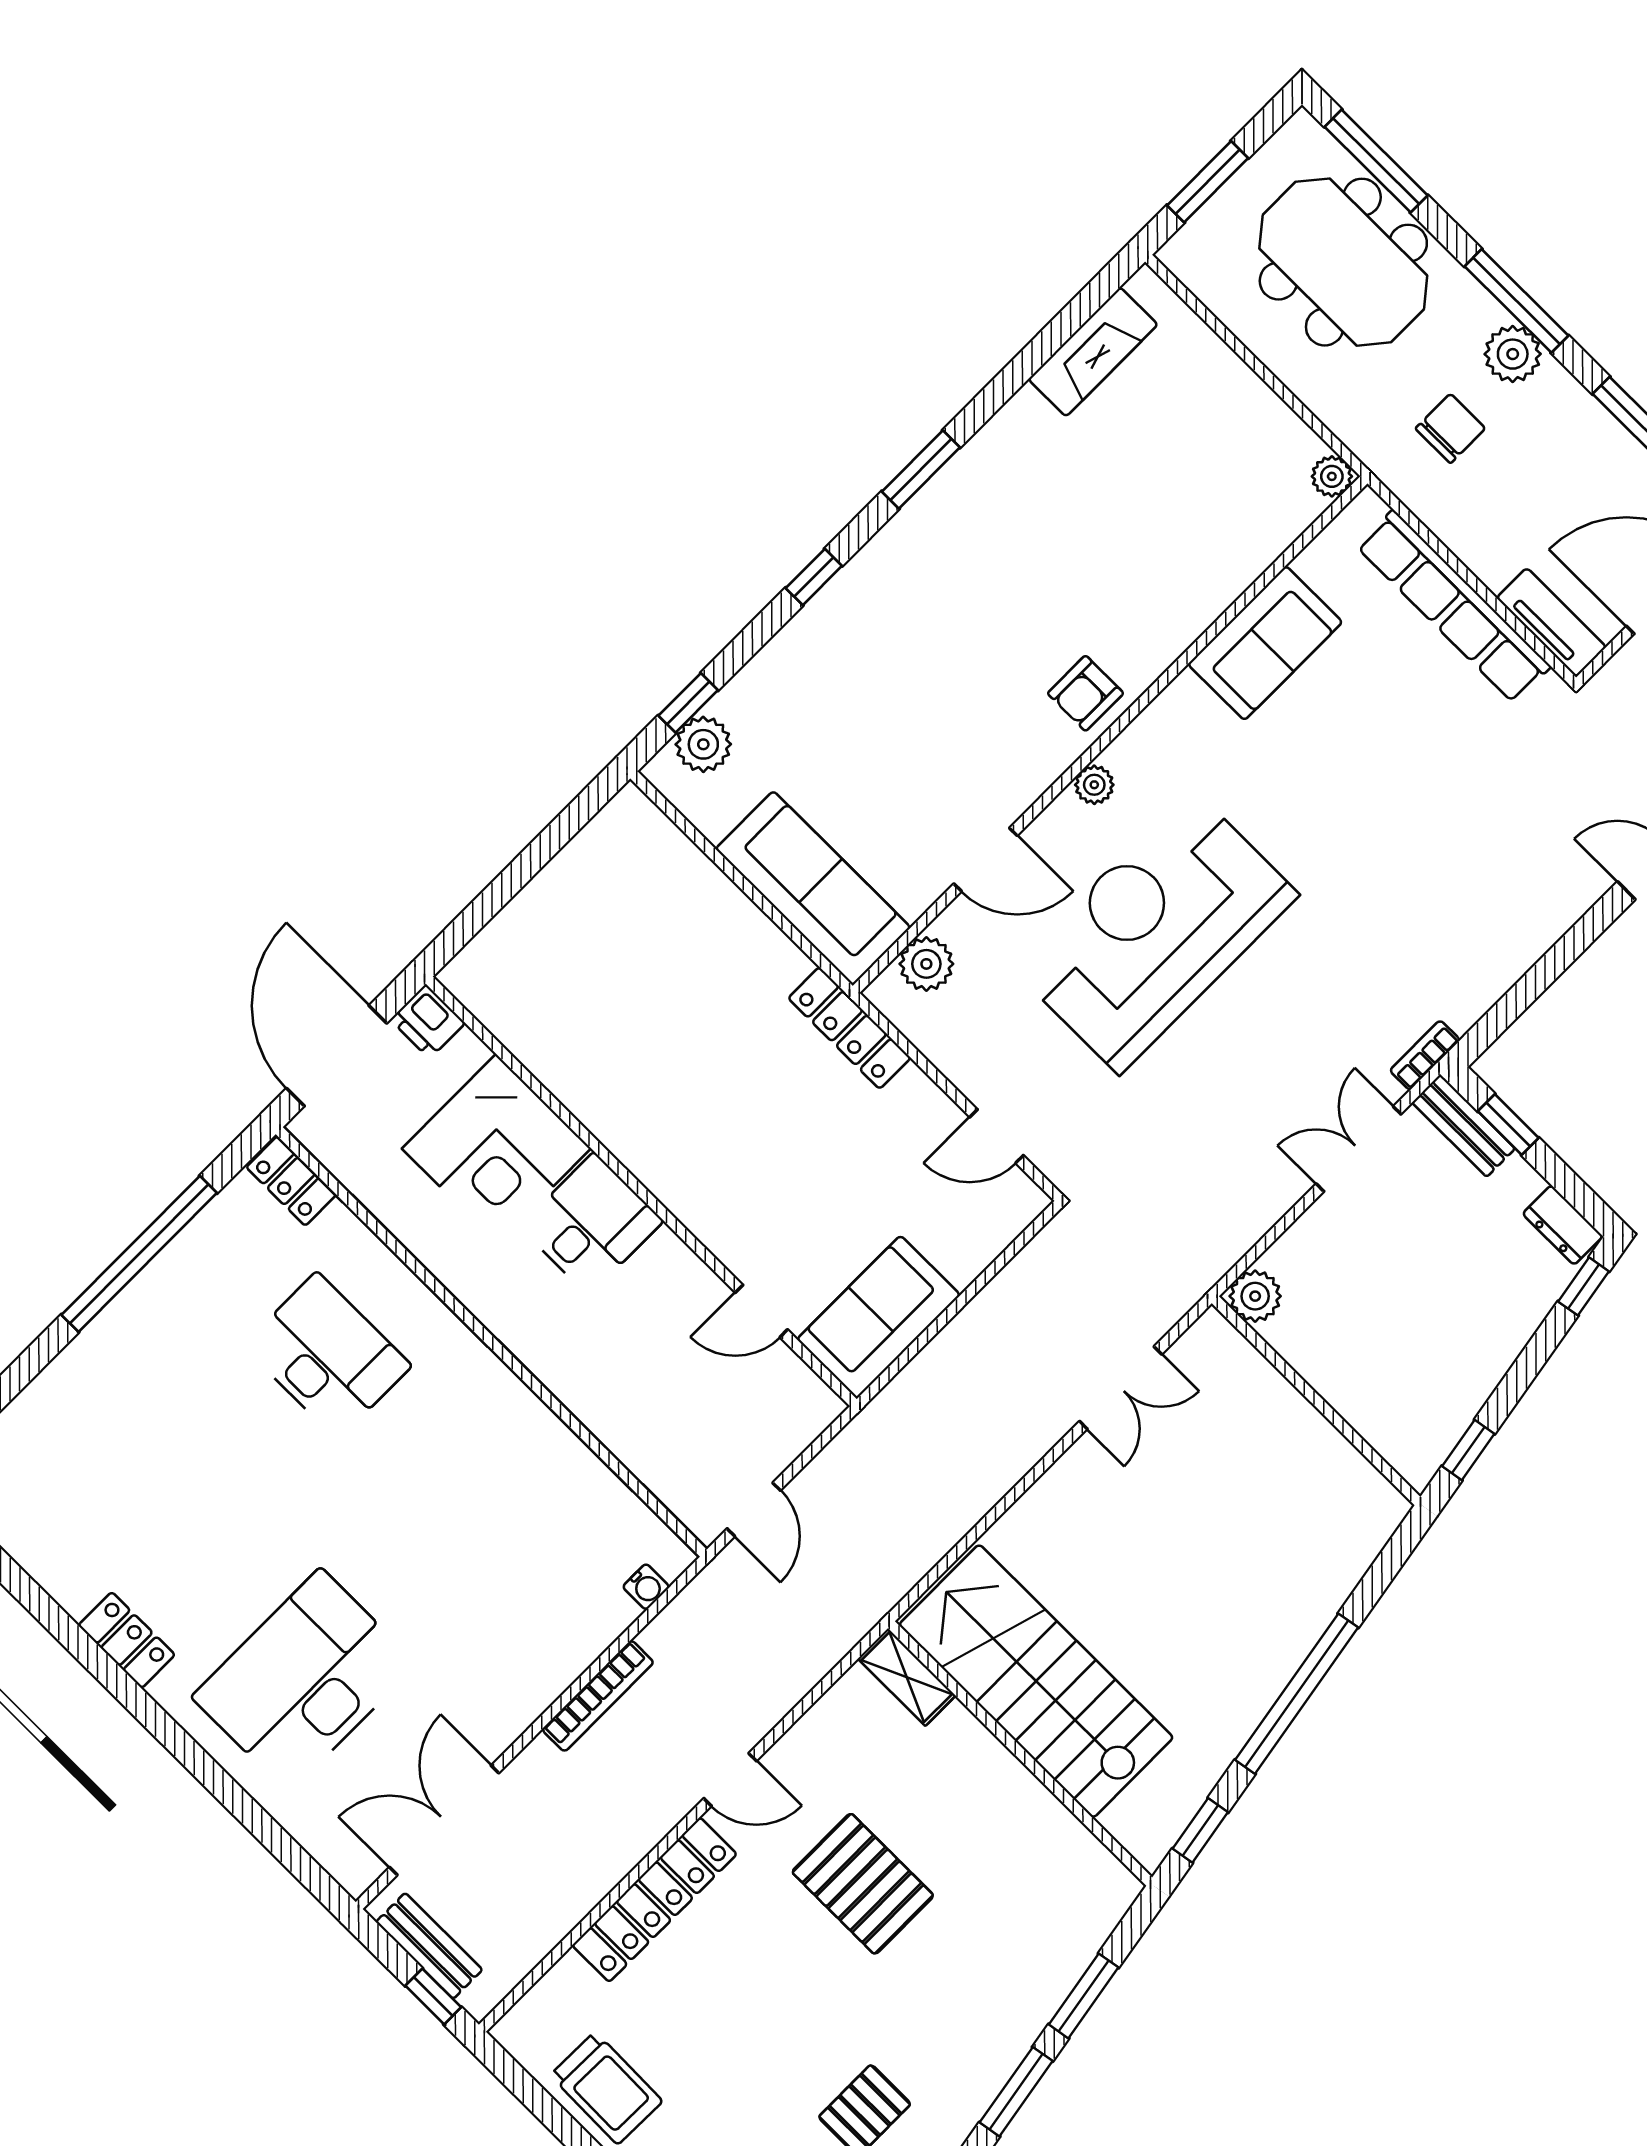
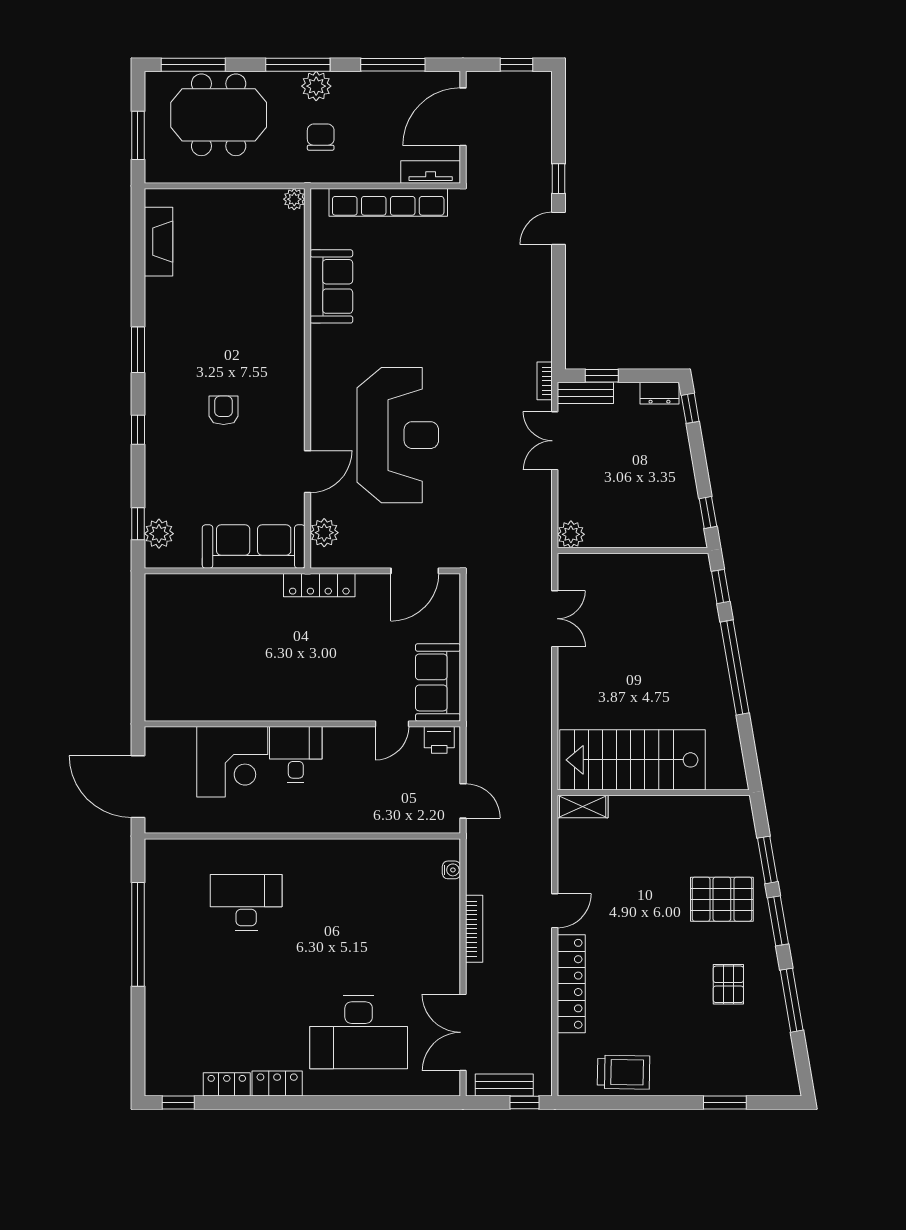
armchair: (1085, 693) -> (224, 410), moved, turned 180
plant: (1094, 785) -> (320, 403), removed
reception desk: (1155, 931) -> (398, 435), turned 180
printer: (428, 1021) -> (439, 740), moved
door: (997, 1136) -> (415, 571), width x1.38
locker: (291, 1181) -> (227, 1084), moved, turned 180
desk: (304, 1680) -> (359, 1032), turned -90
window: (1200, 1830) -> (721, 586), moved
pallet: (863, 1884) -> (722, 899), moved

